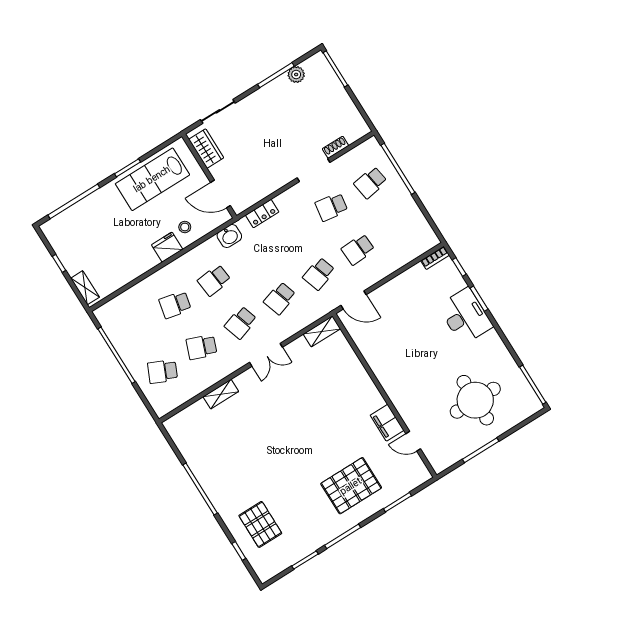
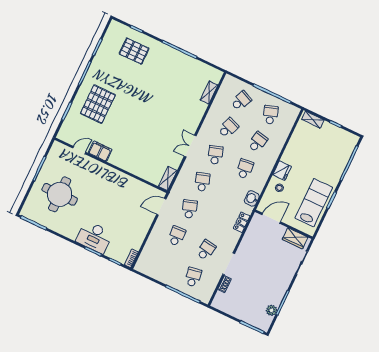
school desk: (136, 329) -> (270, 115), added
shelving: (221, 394) -> (209, 92), moved

